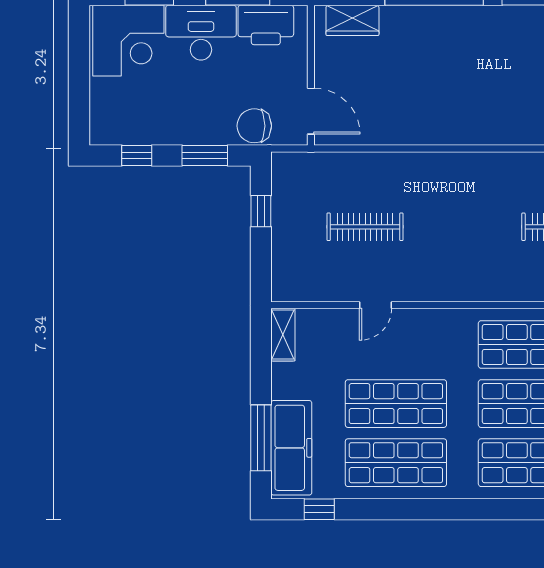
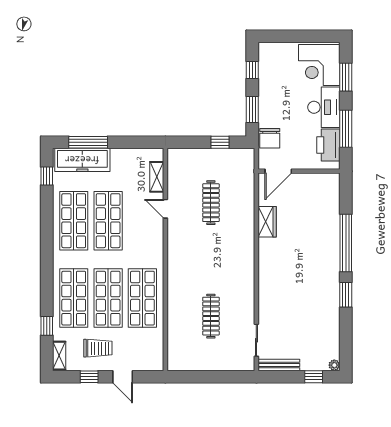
wardrobe: (352, 20) -> (267, 222), moved, turned 180
chair: (254, 126) -> (270, 138), turned 180
shelving: (283, 335) -> (157, 177), moved, turned 90

